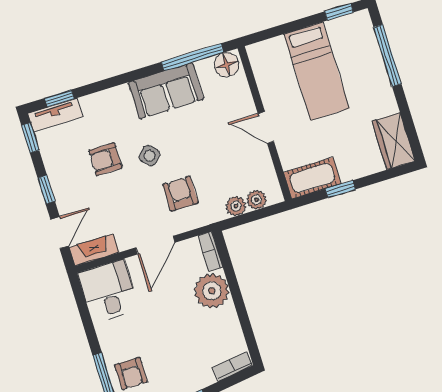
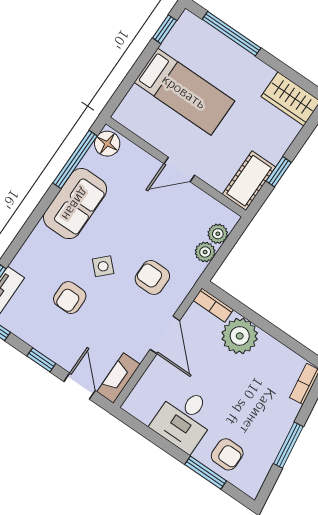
desk: (108, 291) -> (184, 419), moved, turned -90

